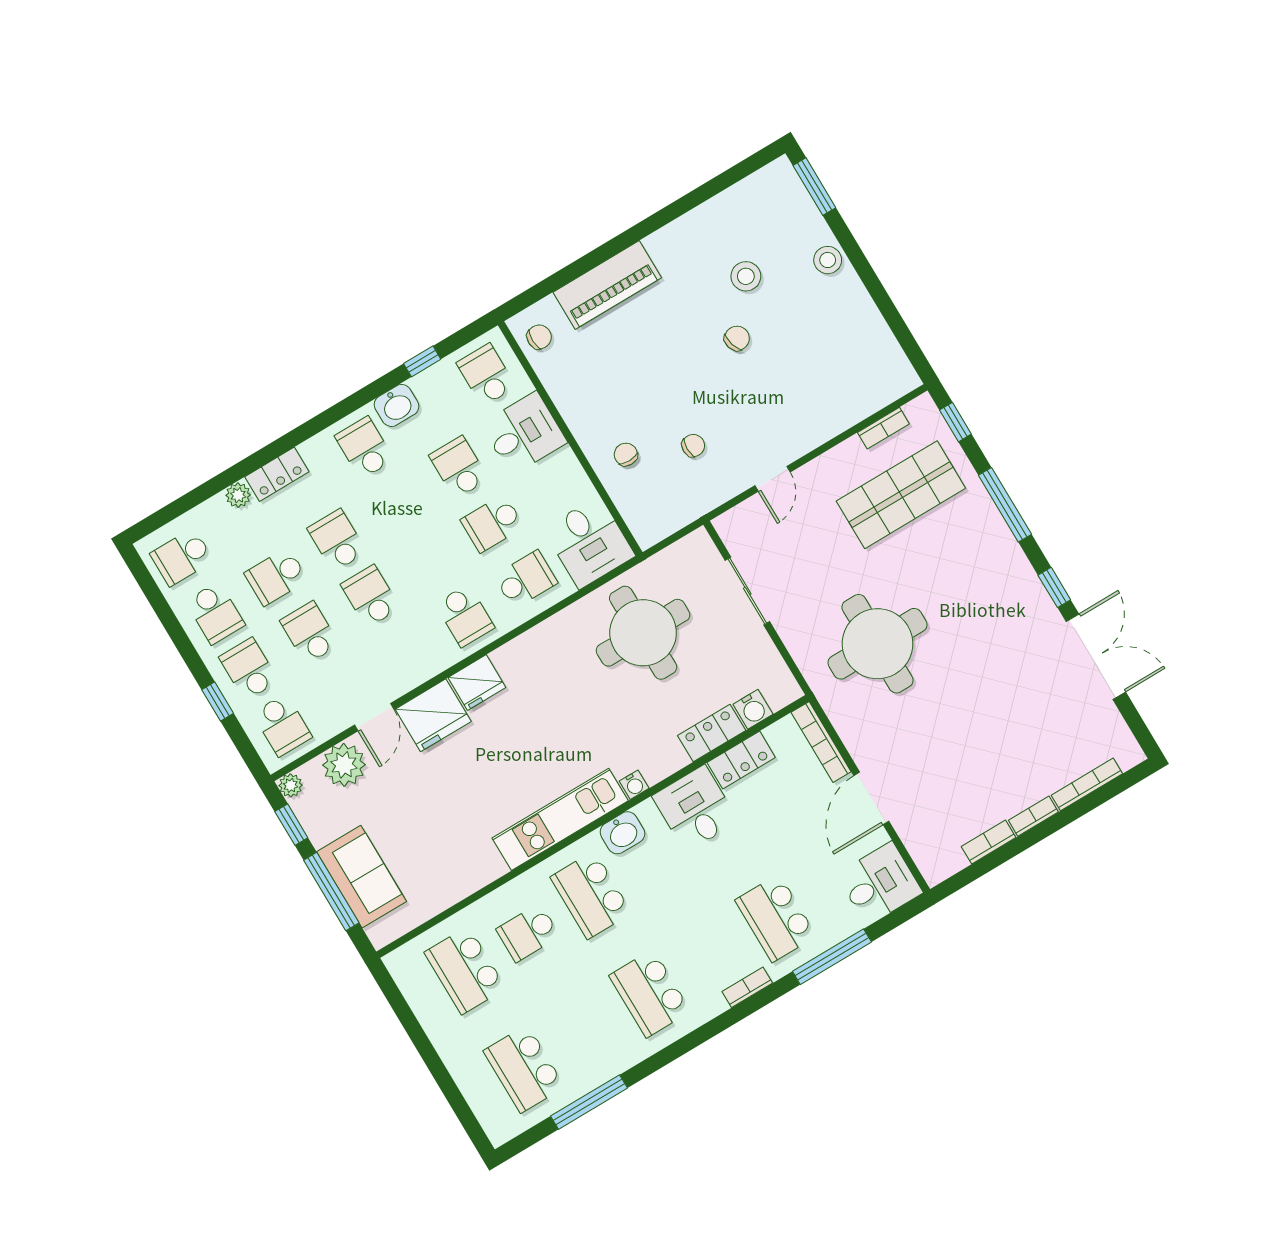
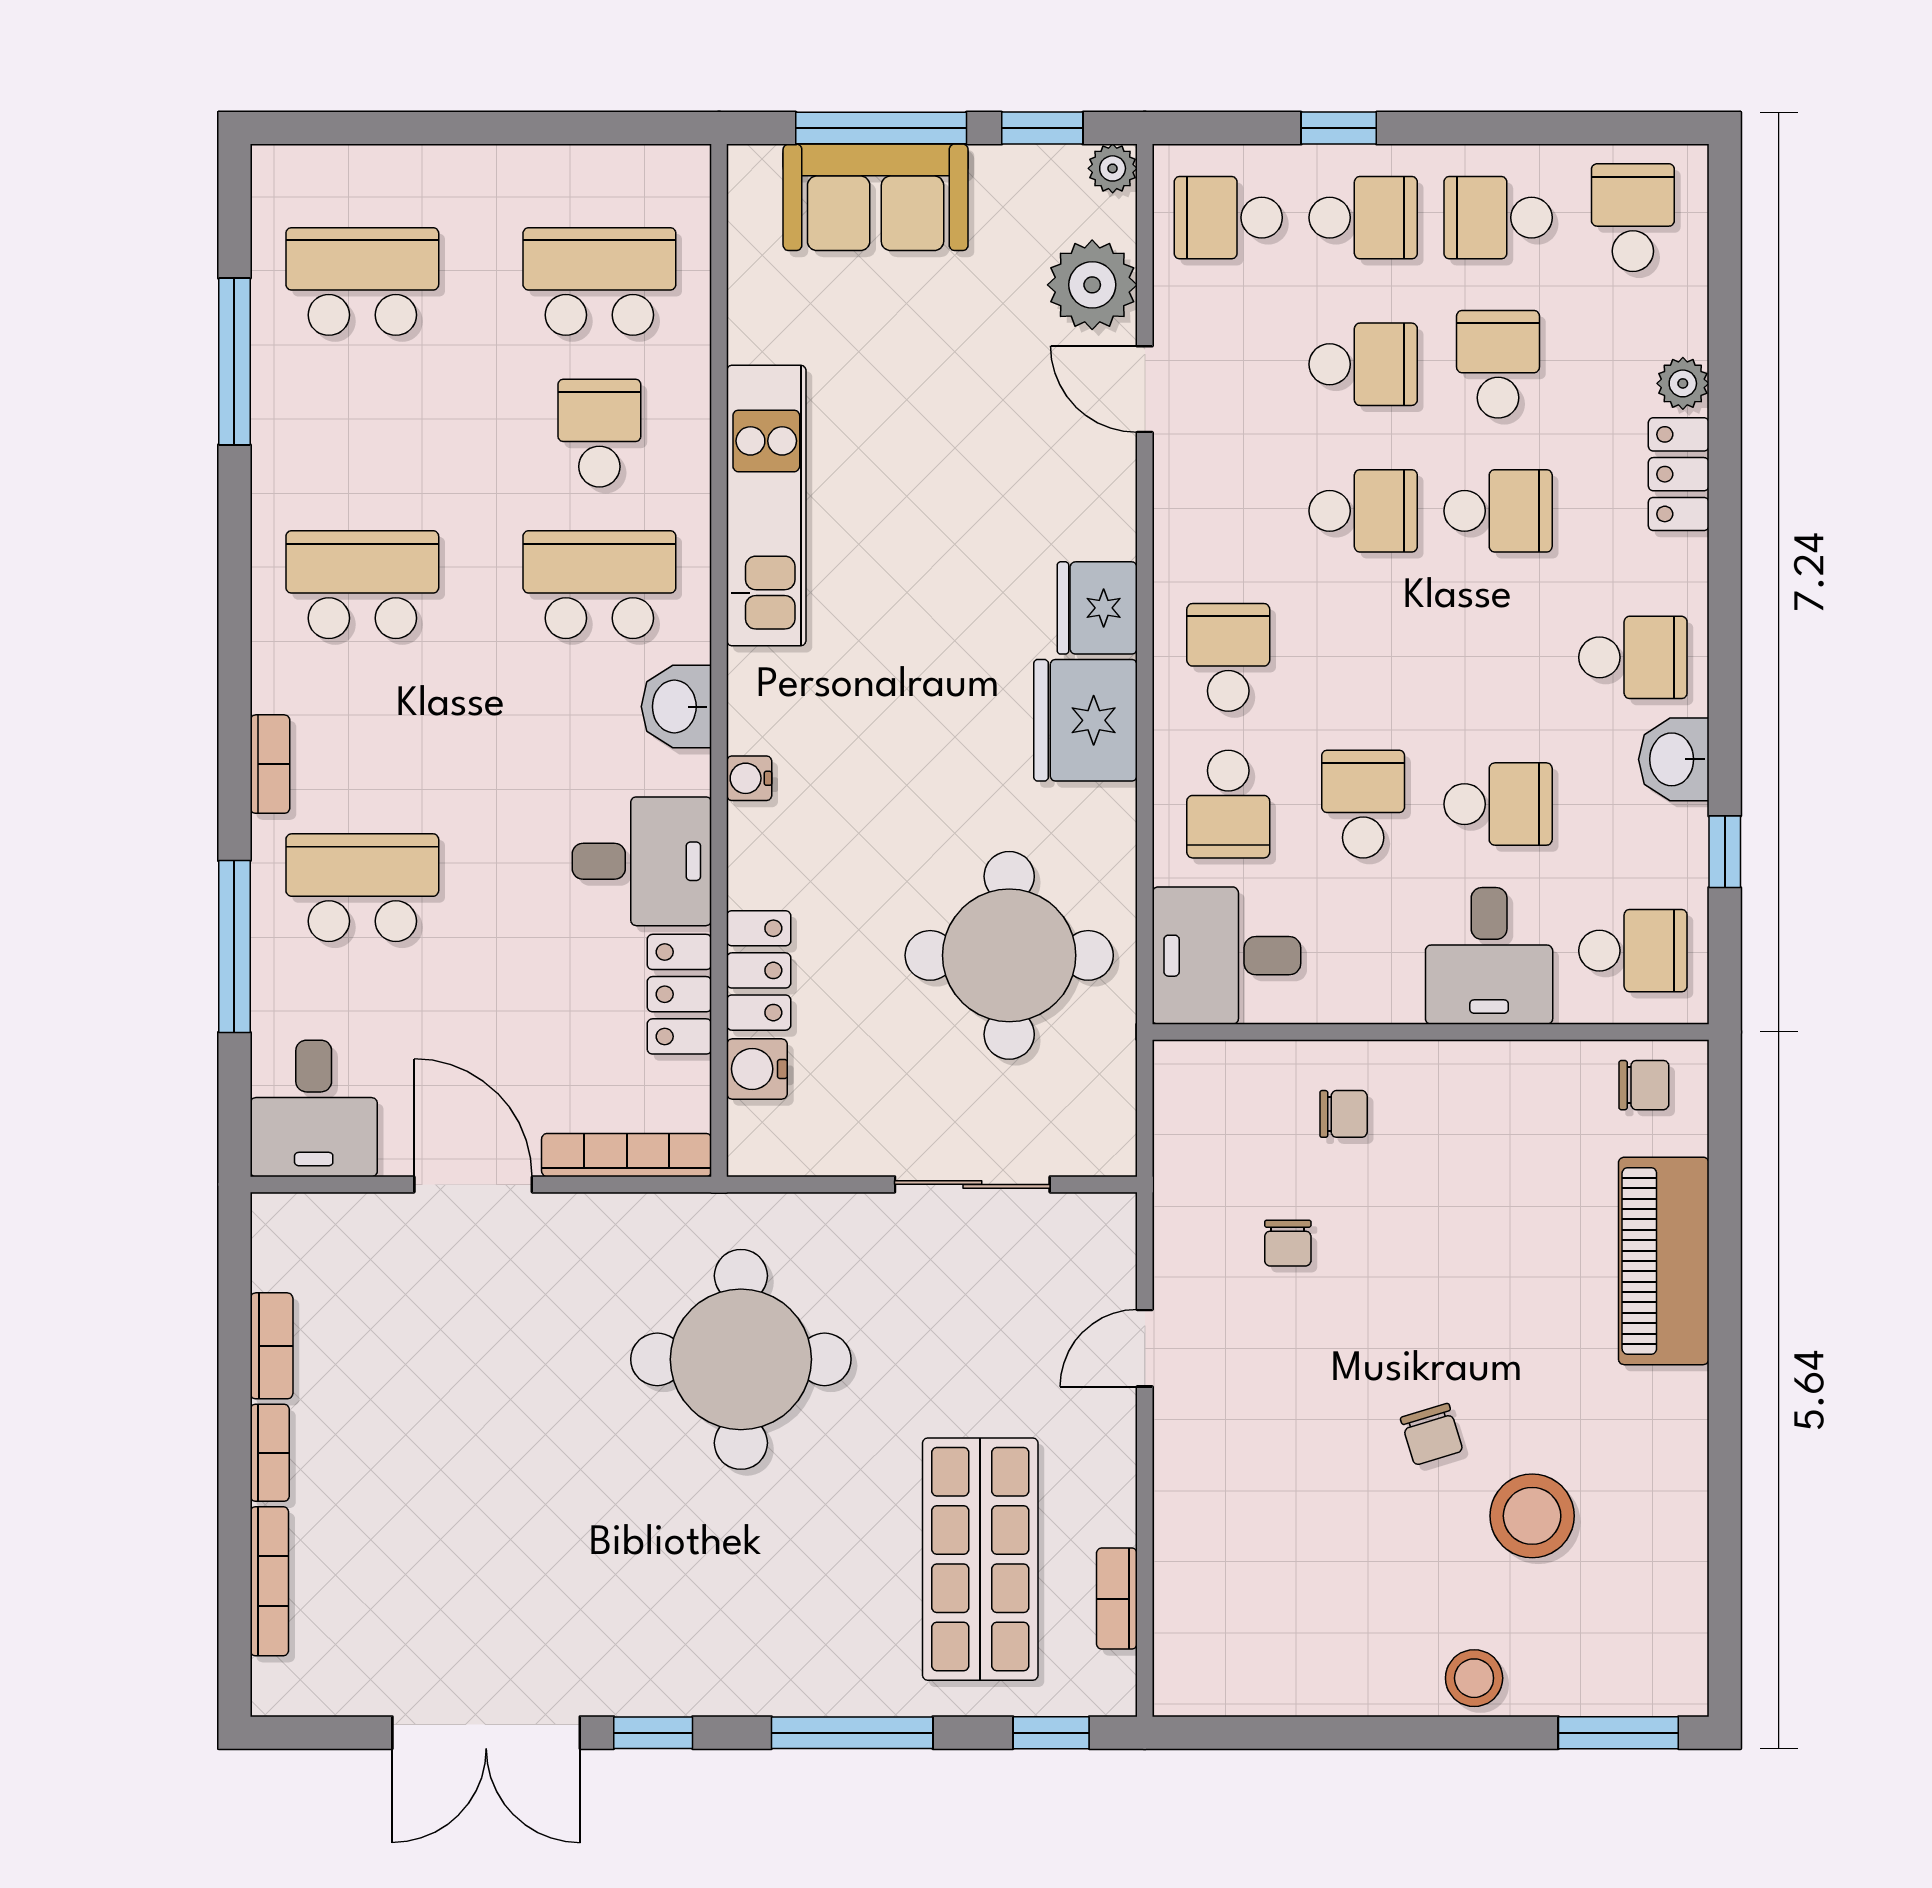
stool: (746, 276) -> (1532, 1516), width x1.38, depth x1.38
chair: (539, 337) -> (1644, 1085), turned -89
door: (772, 479) -> (1145, 1348), hinge flipped
school desk: (465, 616) -> (1228, 657), turned 90
fridge: (433, 715) -> (1085, 720), moved
kitchen unit: (560, 819) -> (766, 506), moved

